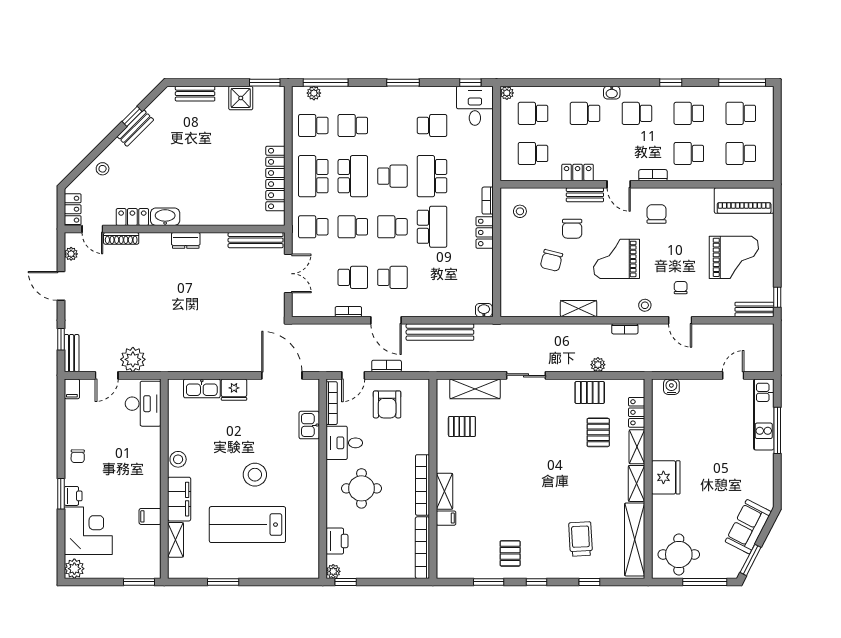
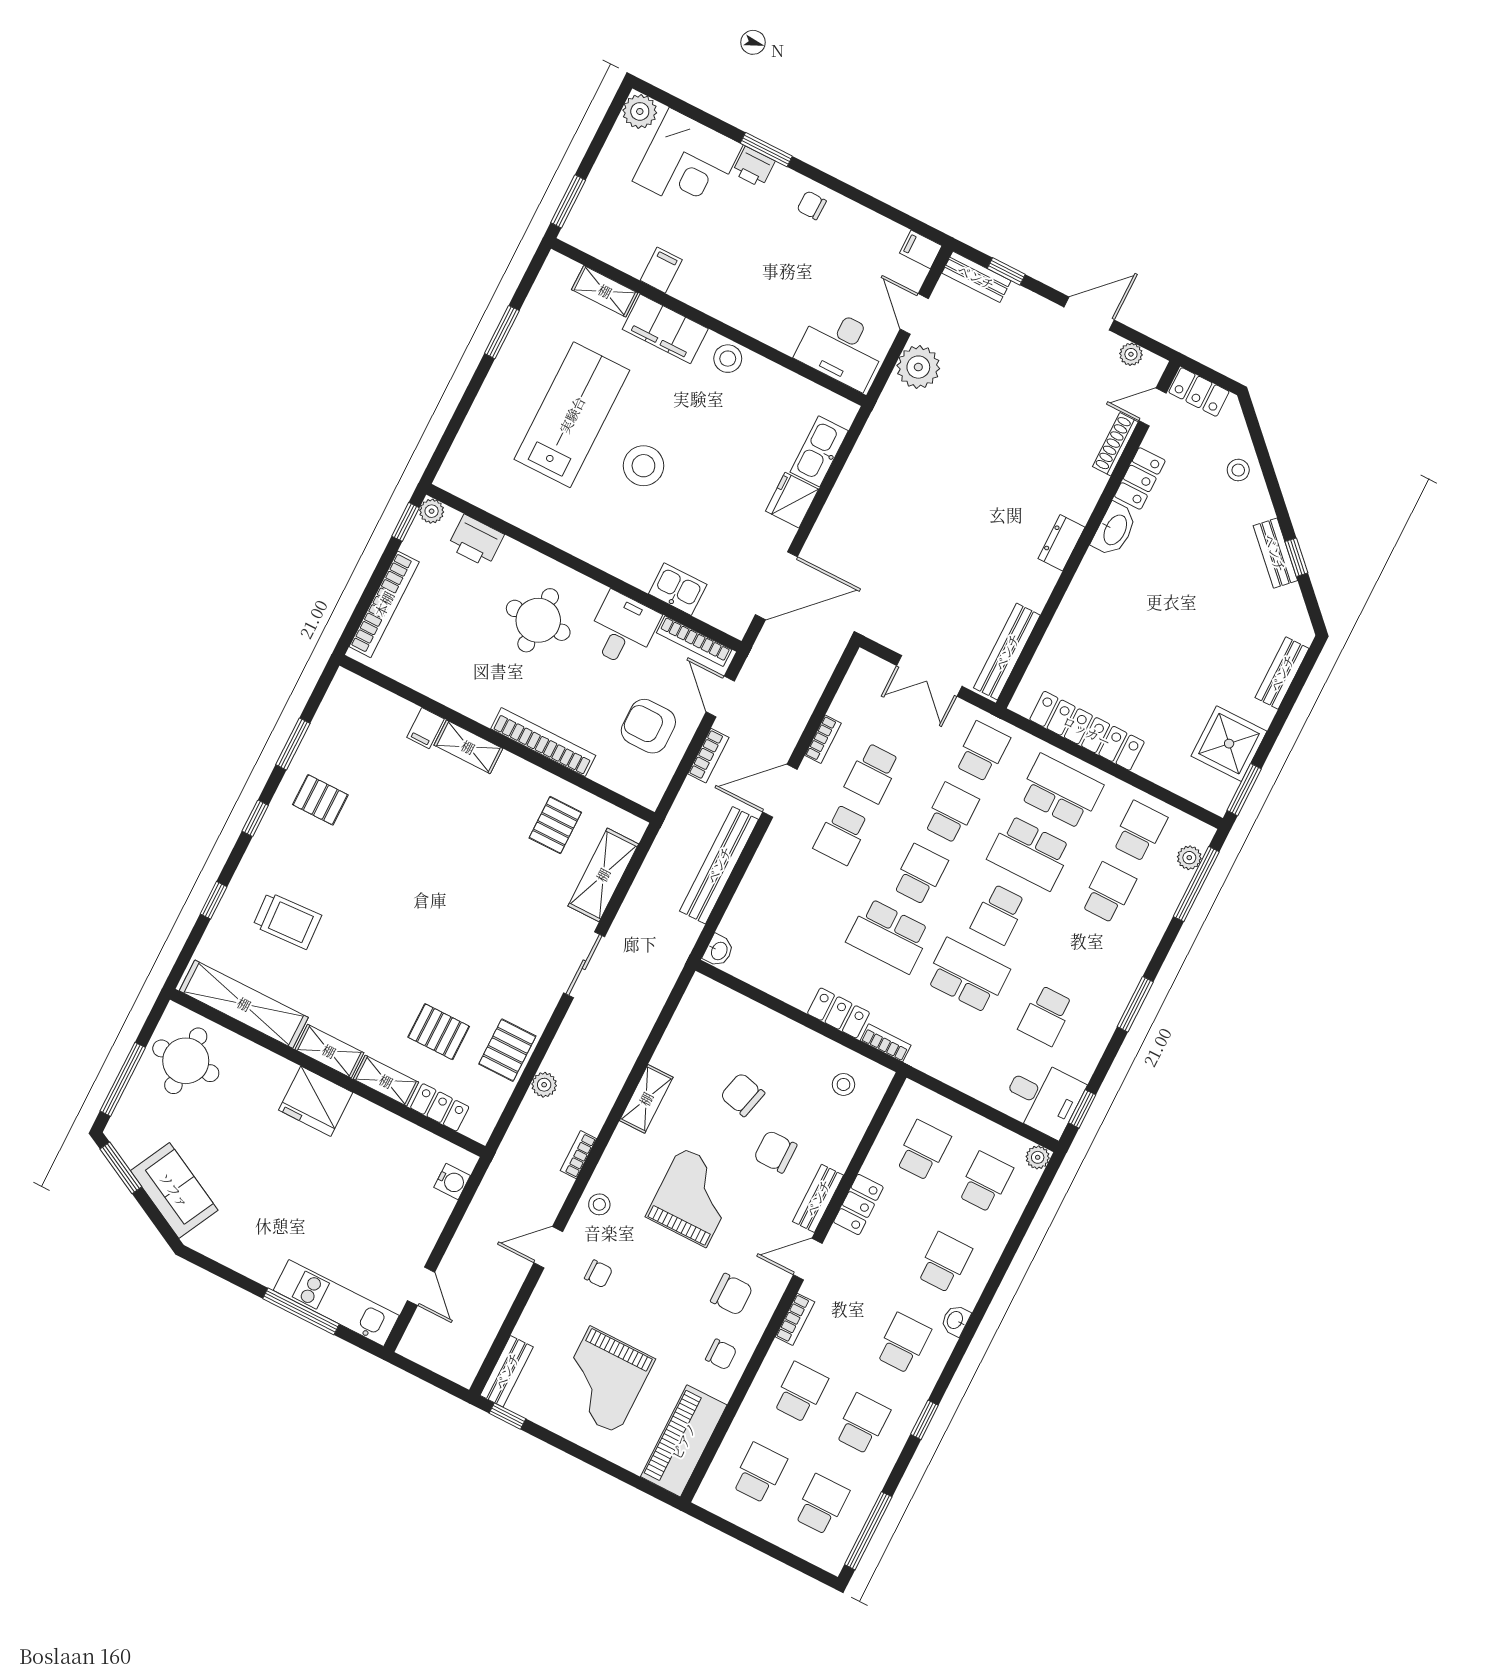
shower: (241, 98) -> (1229, 744), width x1.36, depth x1.36
chair: (690, 204) -> (721, 1354), added
bookcase: (423, 485) -> (543, 742), moved
bookcase: (422, 548) -> (384, 604), moved, turned 90

